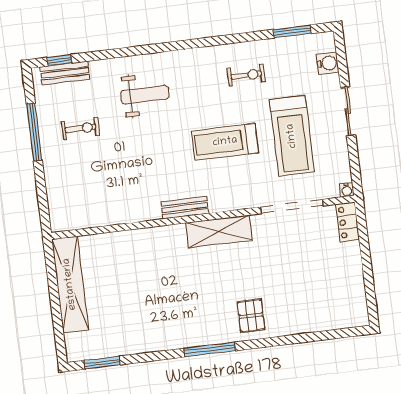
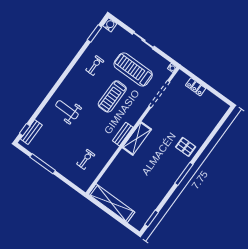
water cooler: (328, 63) -> (110, 25), moved
weight bench: (145, 95) -> (67, 110), turned -90
exercise bike: (80, 128) -> (86, 159), moved
treadmill: (292, 136) -> (133, 69), turned 180
locker: (348, 222) -> (196, 87), moved
shelving: (219, 231) -> (137, 138), moved

